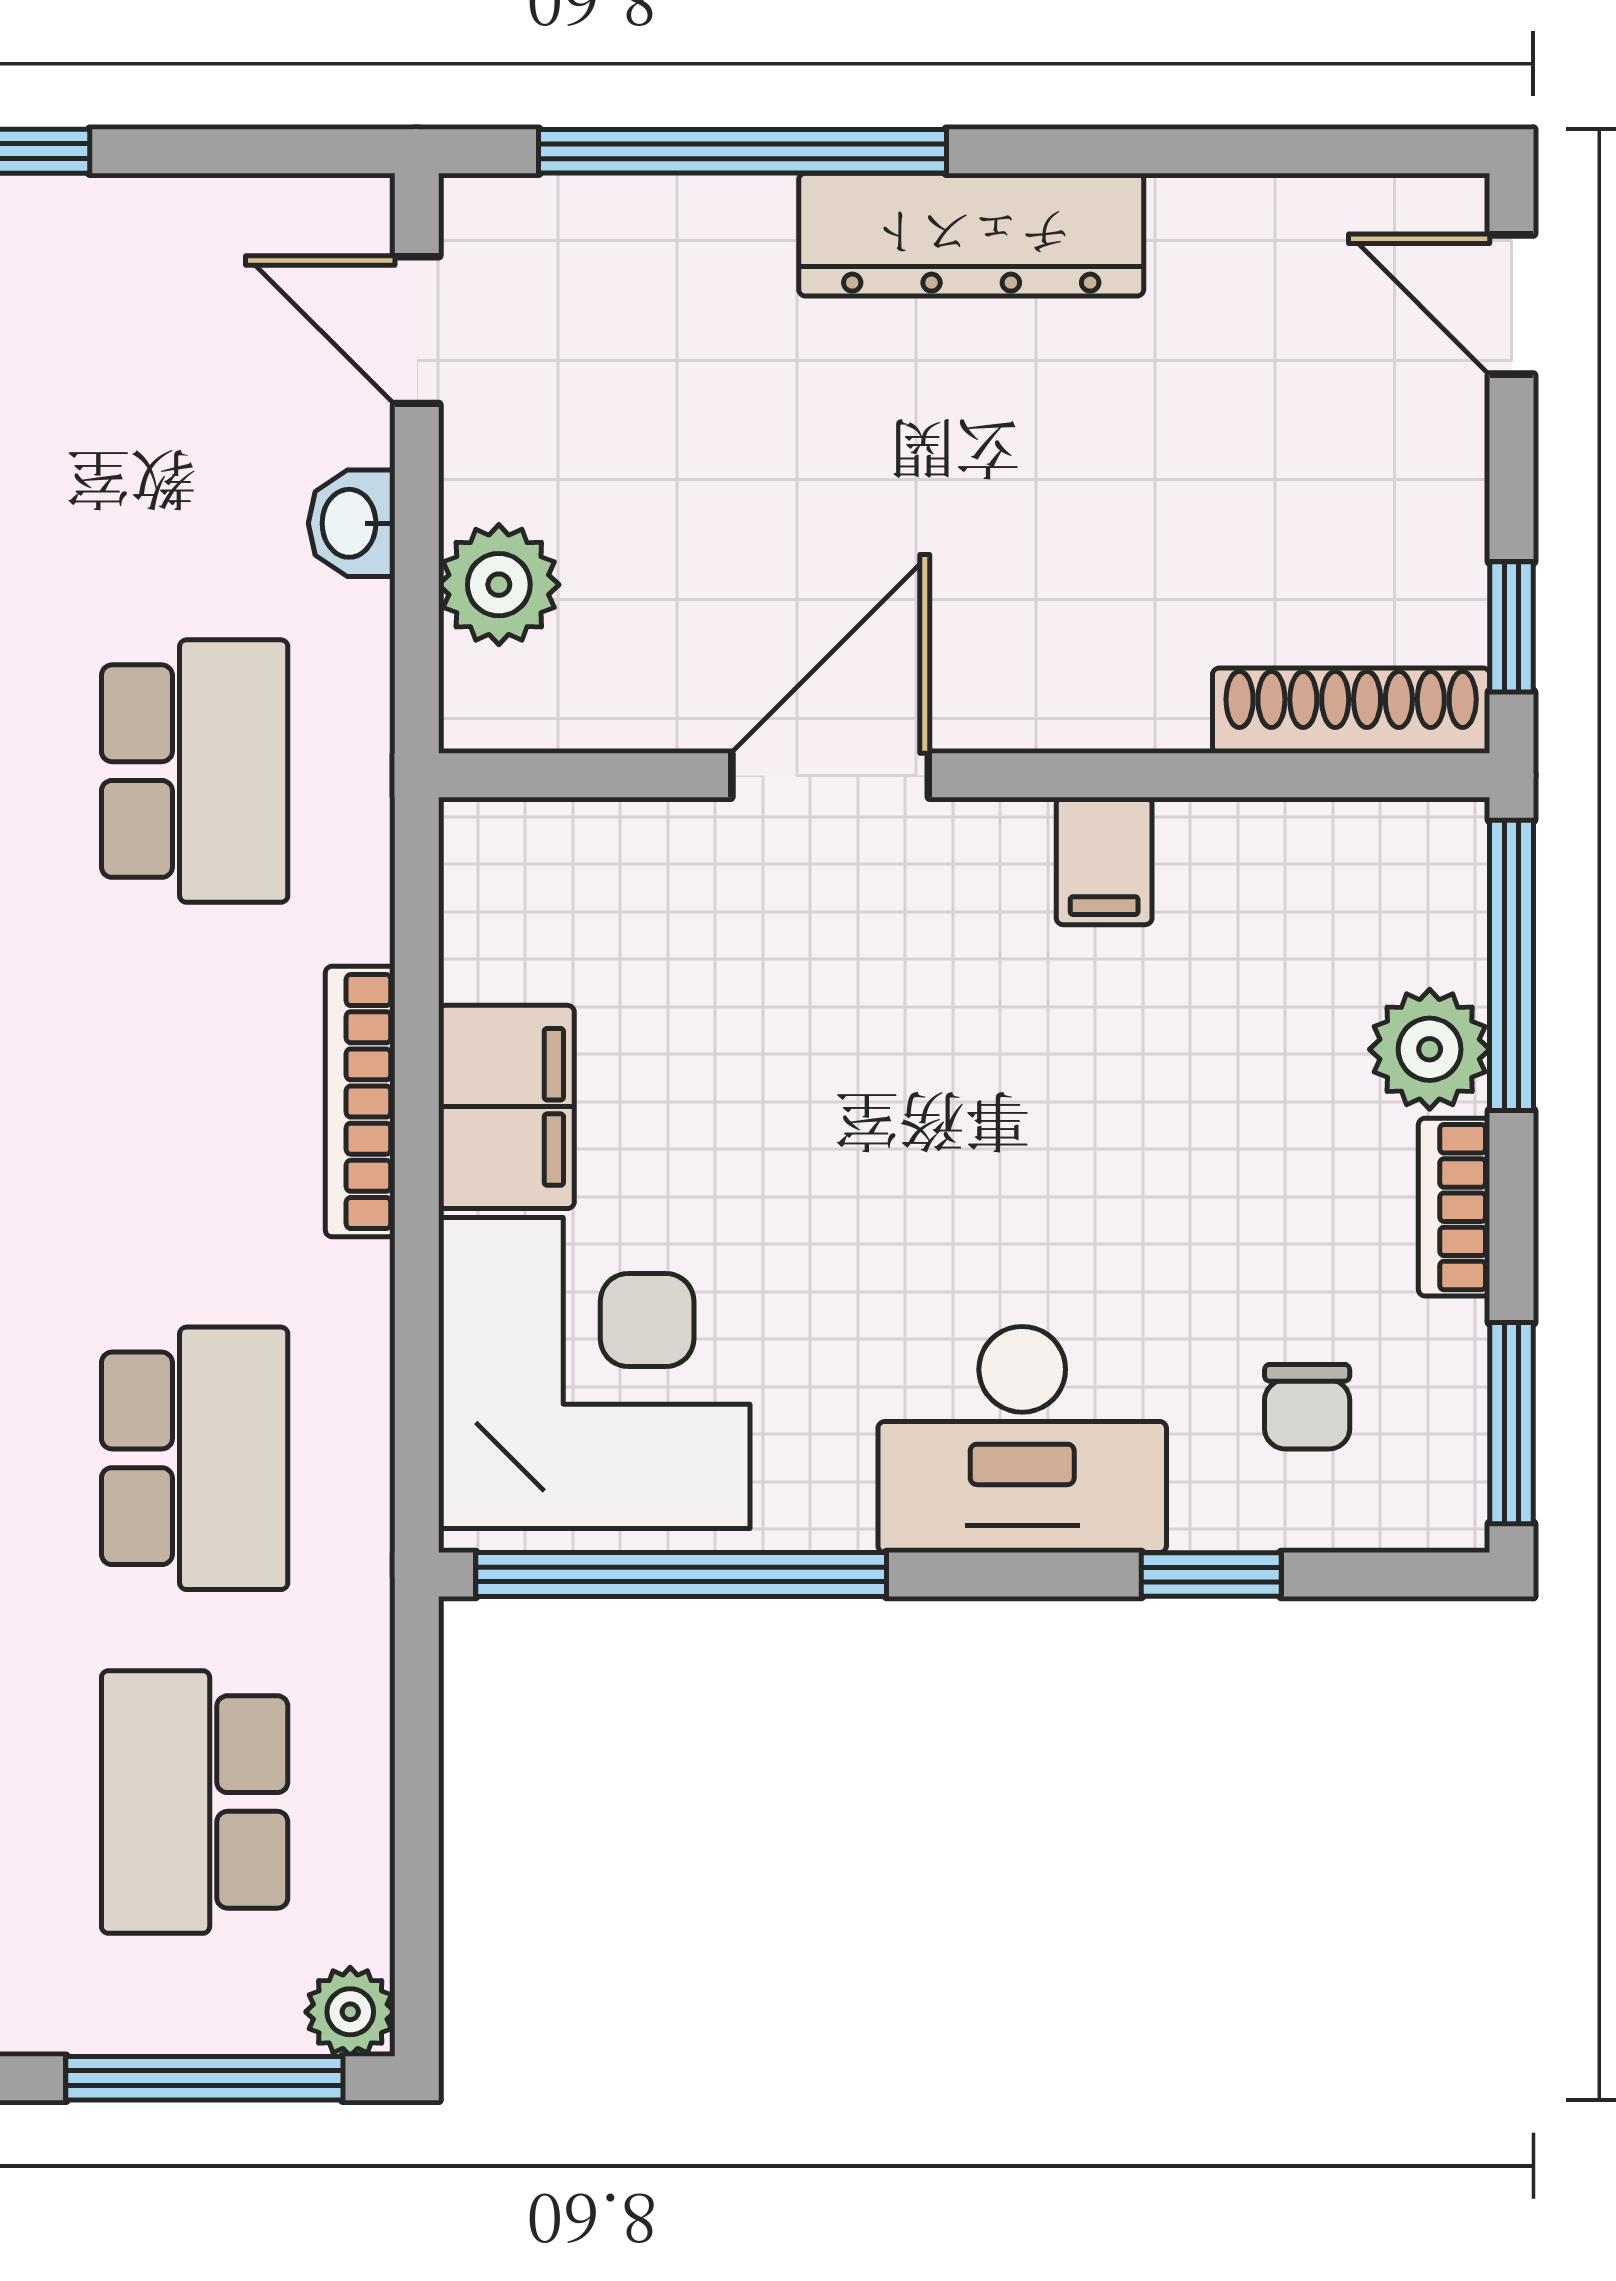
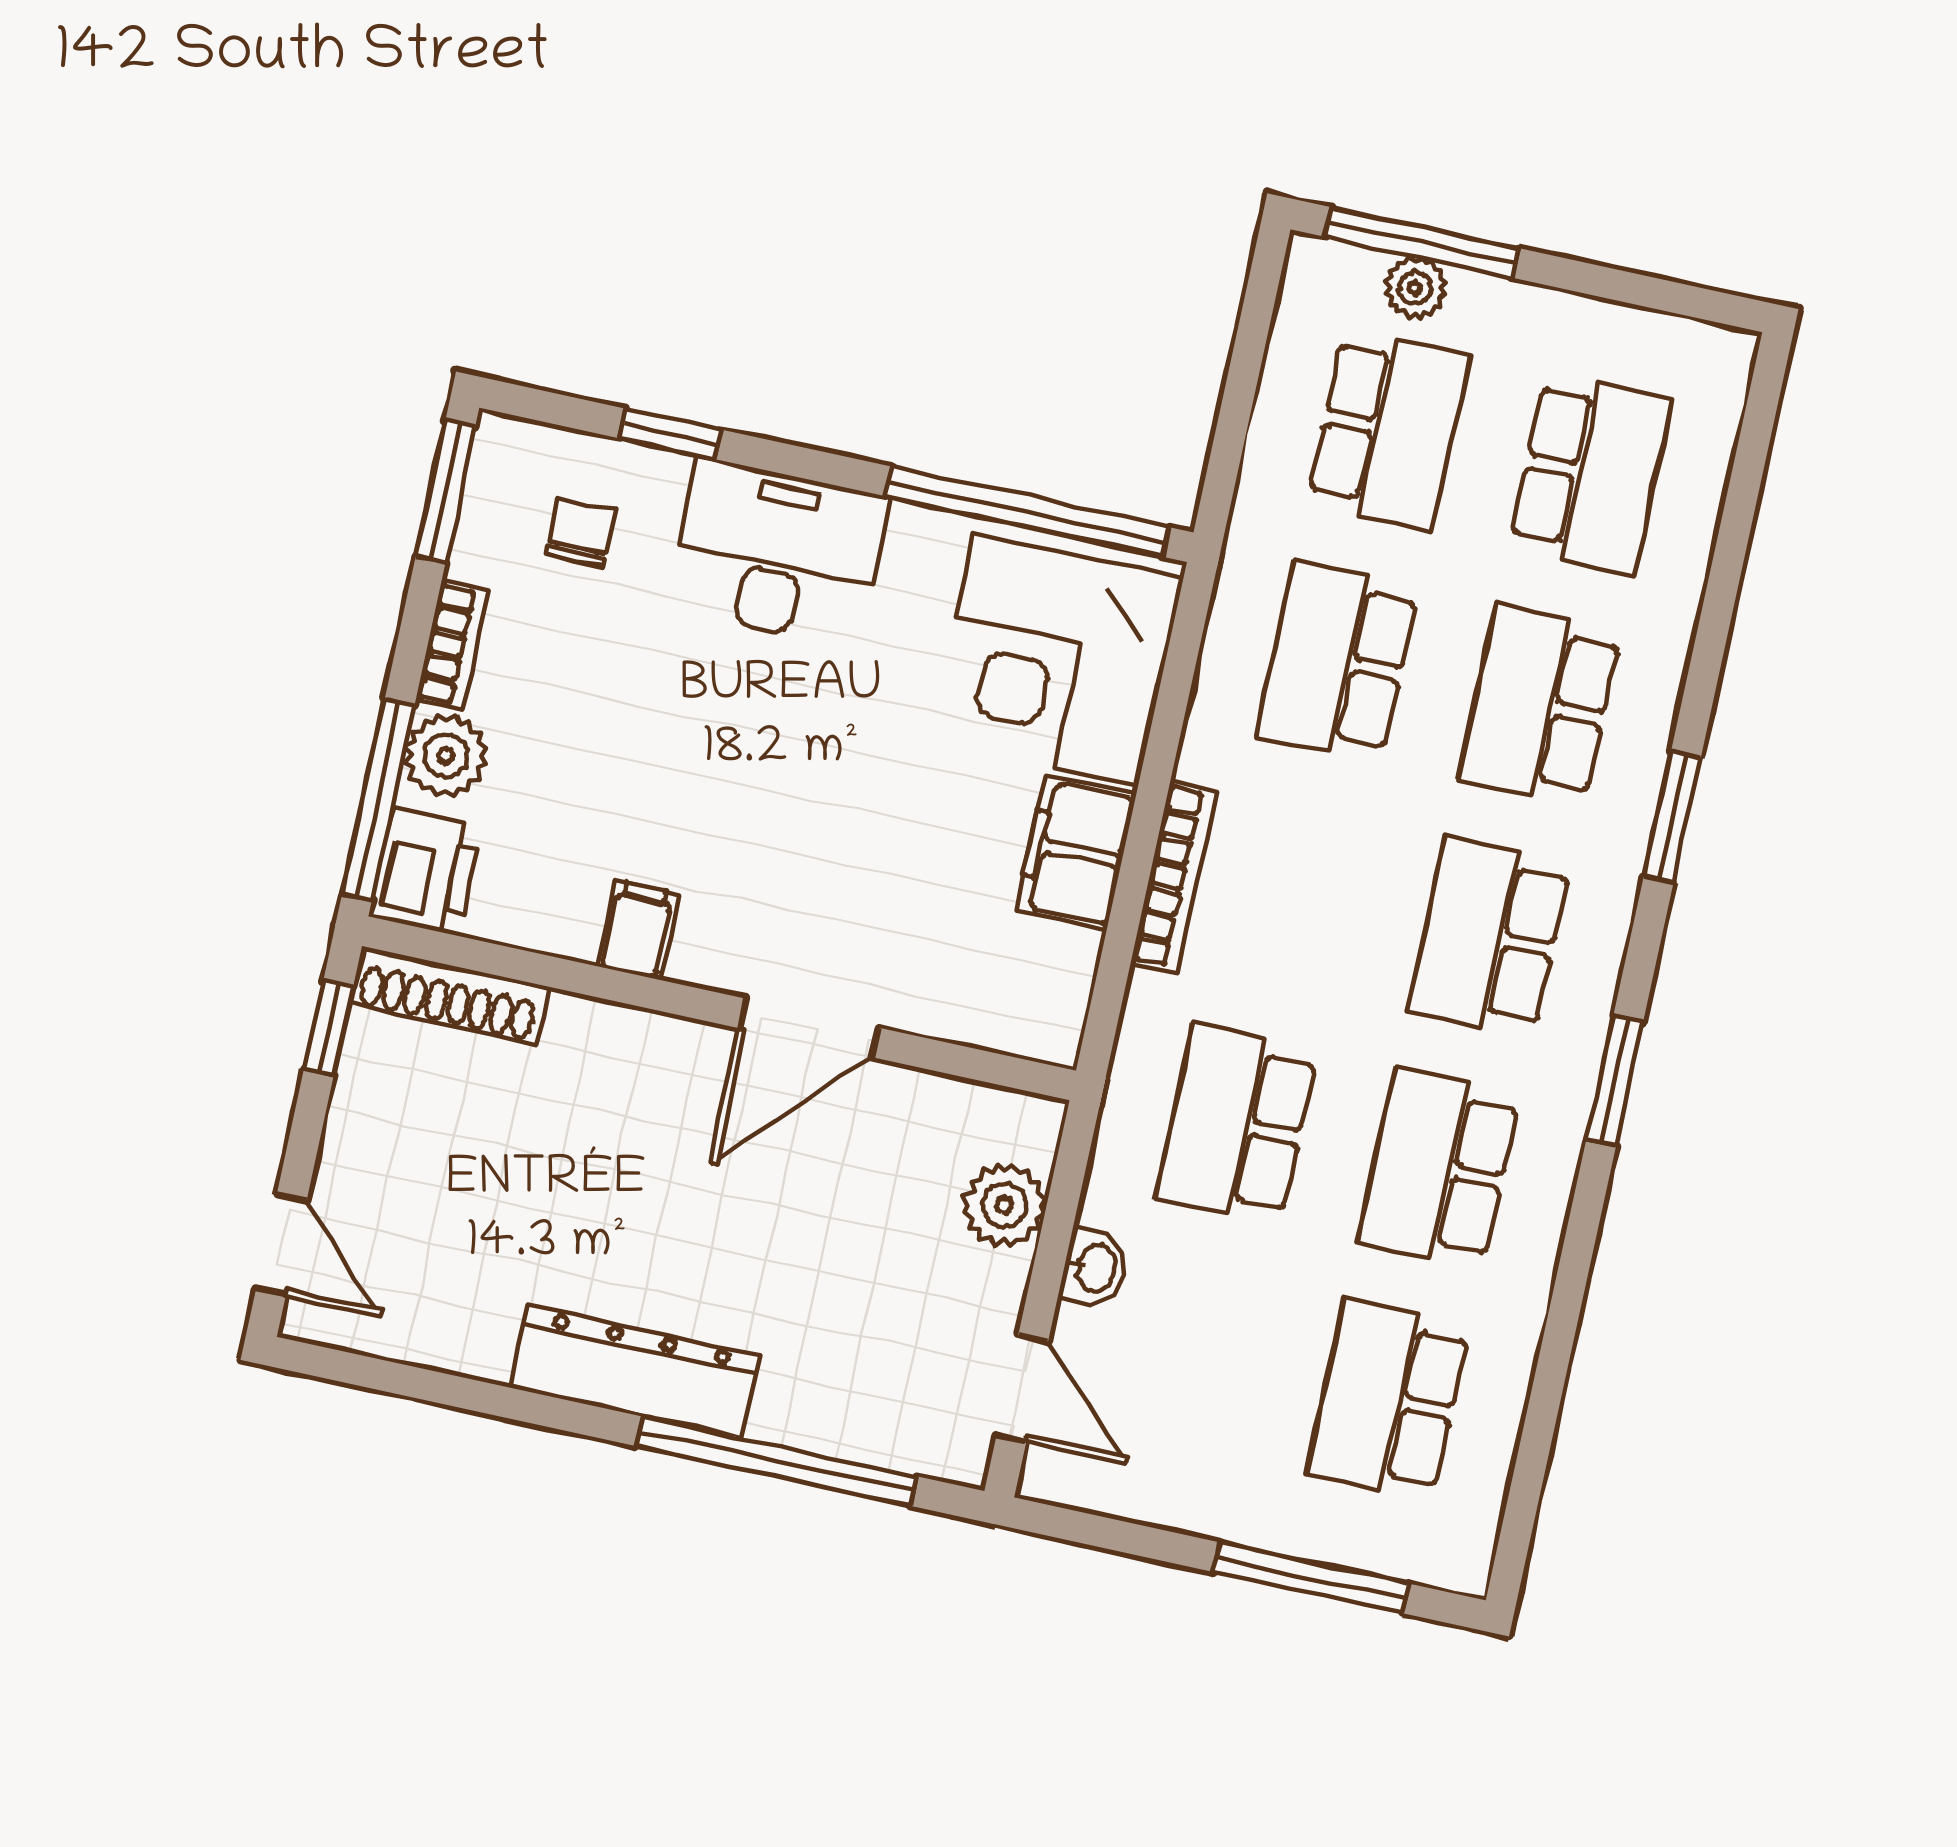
printer: (1423, 878) -> (425, 872), added
plant: (350, 2012) -> (1415, 288), moved

